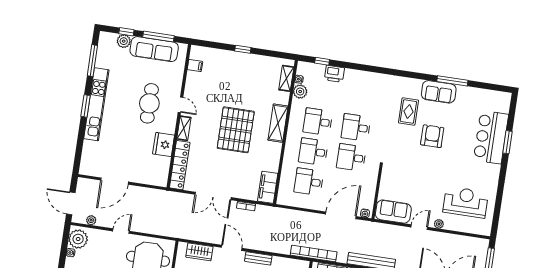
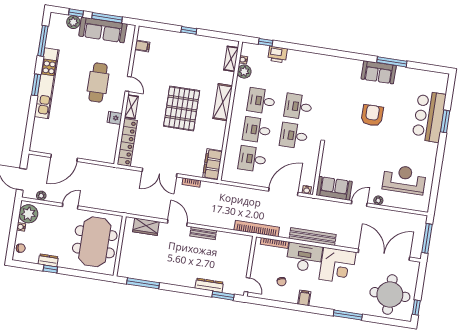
rug: (408, 111) -> (349, 91), removed
fridge: (164, 145) -> (115, 118), width x0.53, depth x0.75

